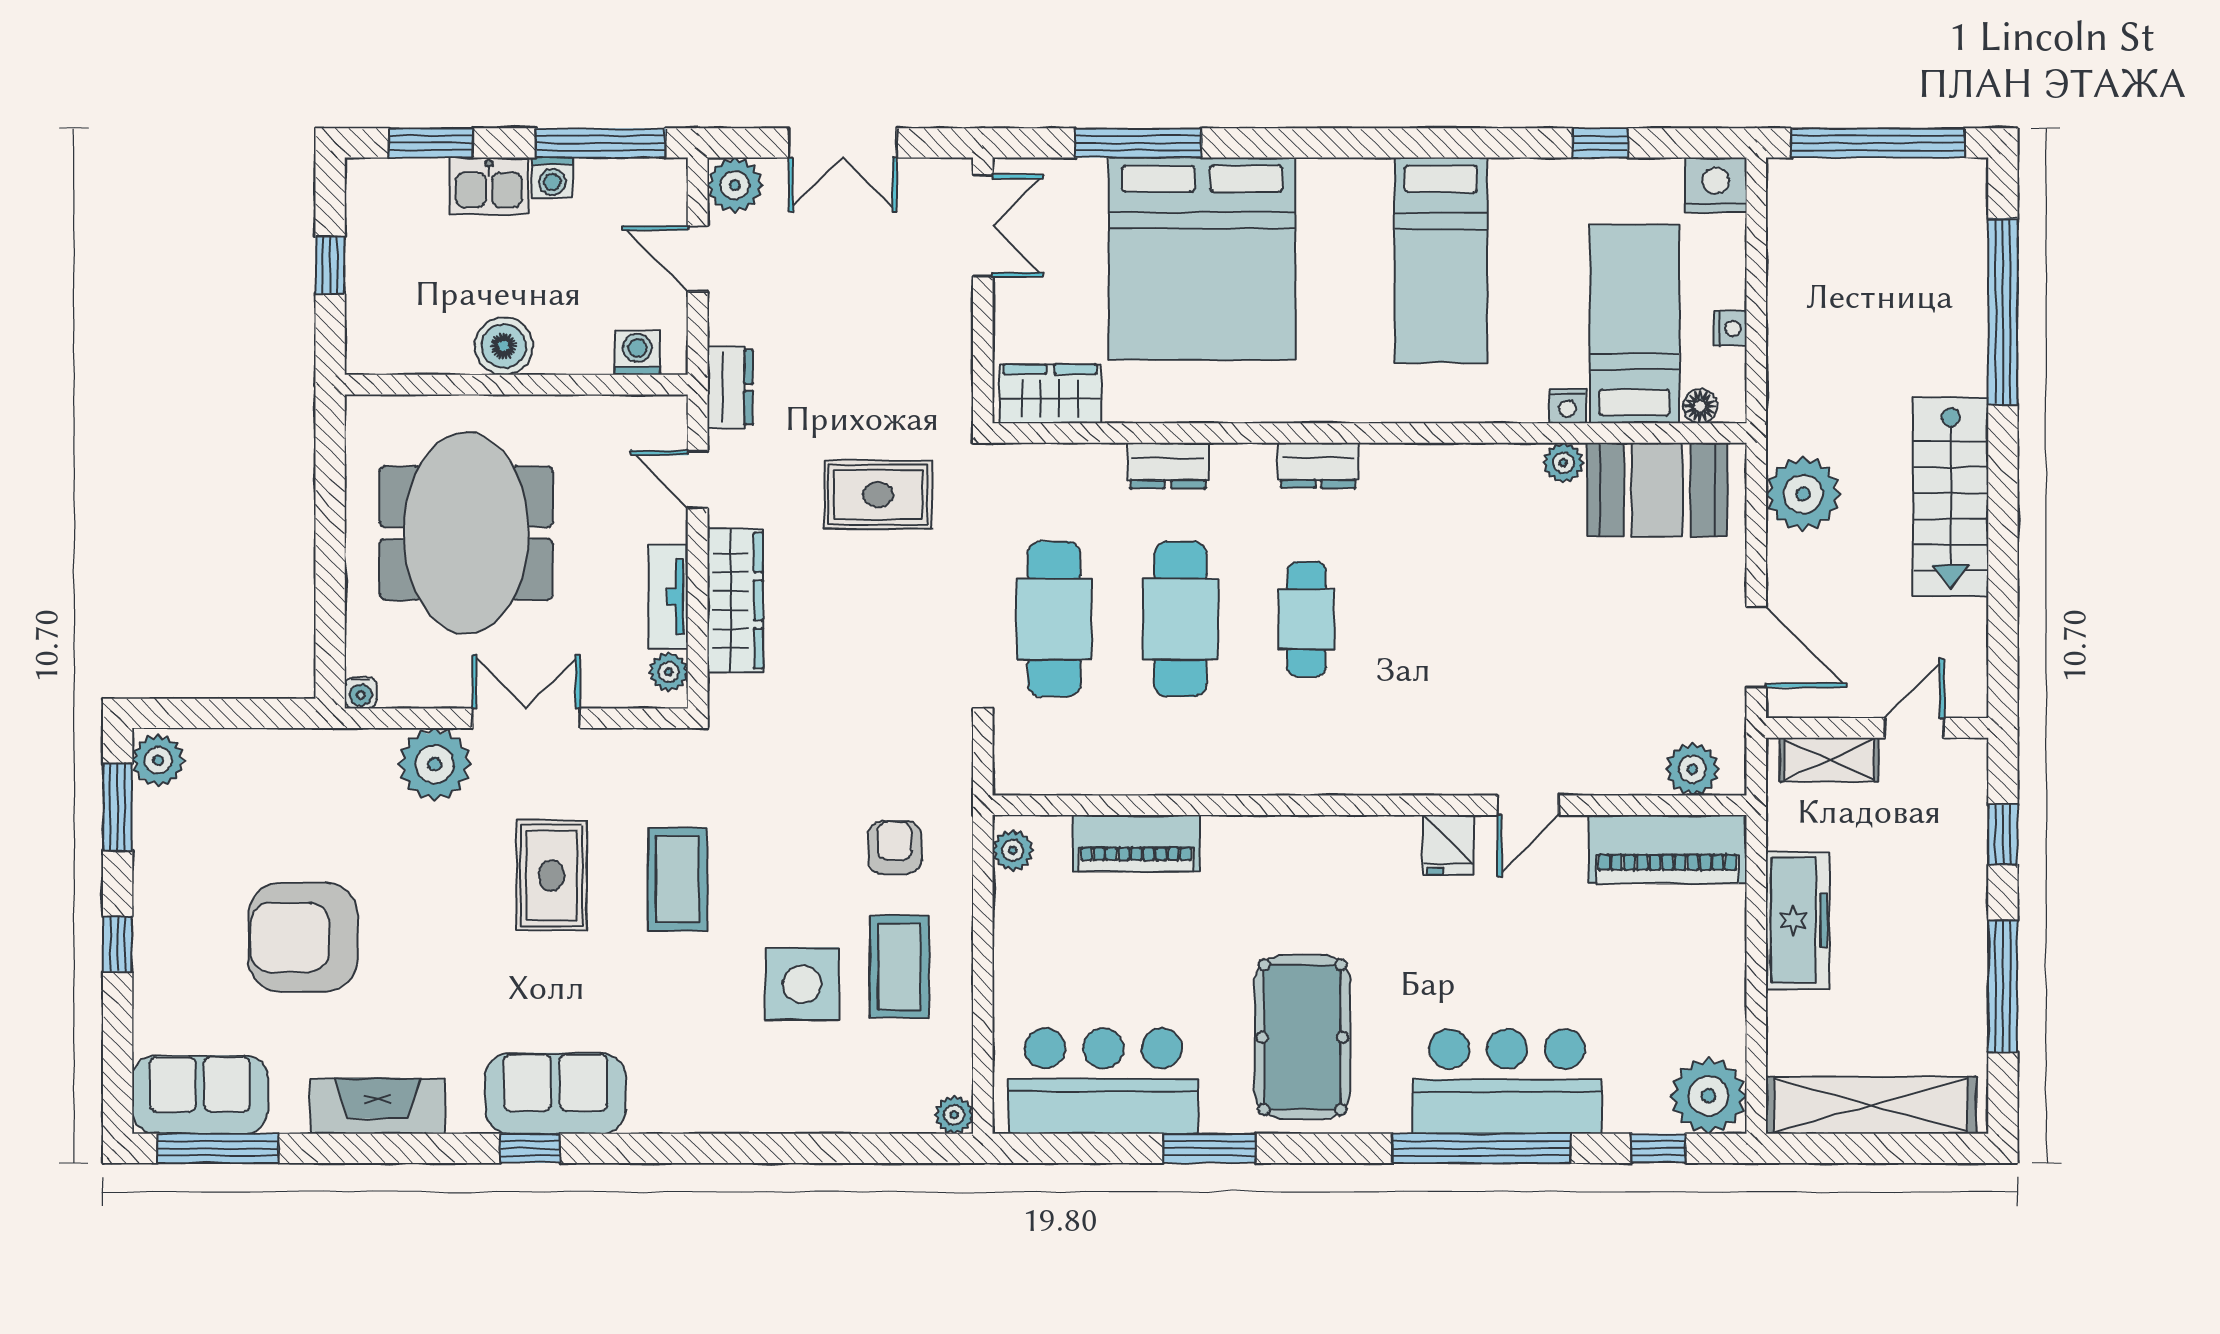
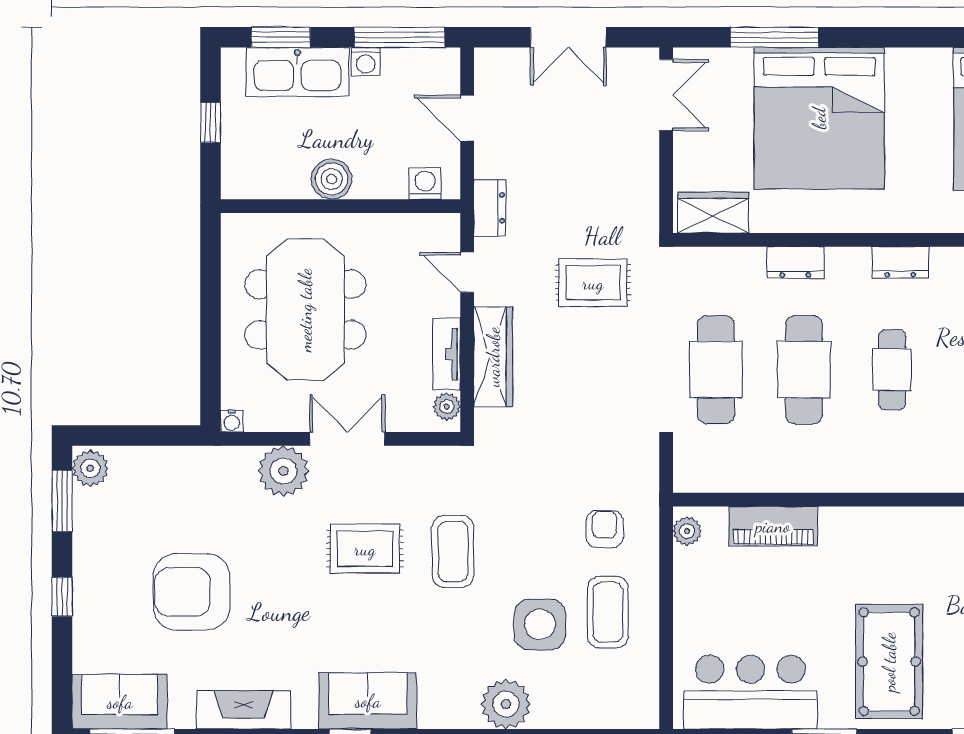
plant: (735, 185) -> (493, 67), removed
kitchen sink: (489, 186) -> (297, 72), width x1.88, depth x1.24
rug: (551, 875) -> (365, 549), turned 90
plant: (954, 1115) -> (506, 704), moved, width x1.88, depth x1.88

